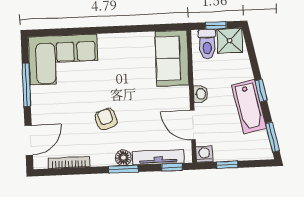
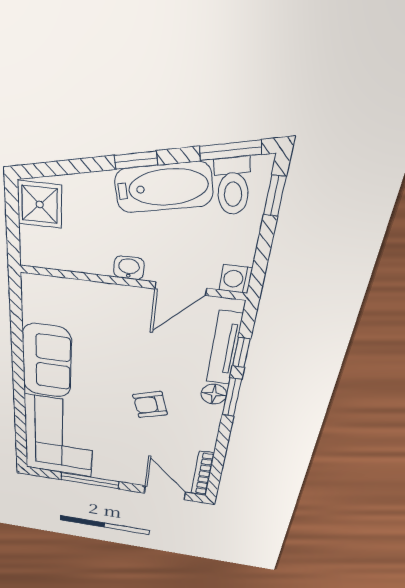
window: (216, 25) -> (13, 224), removed
toilet: (207, 44) -> (233, 186), moved, turned 79
sofa: (172, 58) -> (47, 361), moved, turned -90
bookcase: (69, 163) -> (203, 474), moved
window: (227, 165) -> (275, 196), moved
window: (172, 167) -> (241, 352), moved

